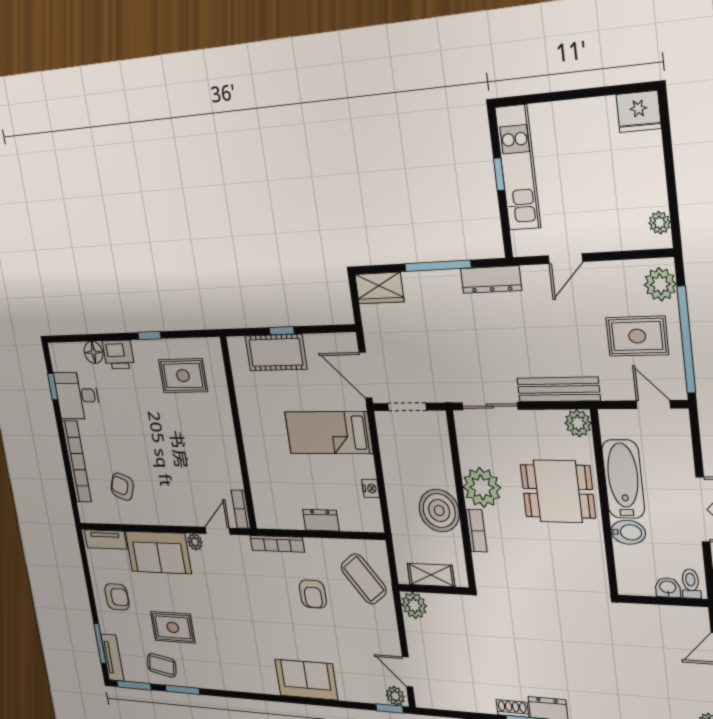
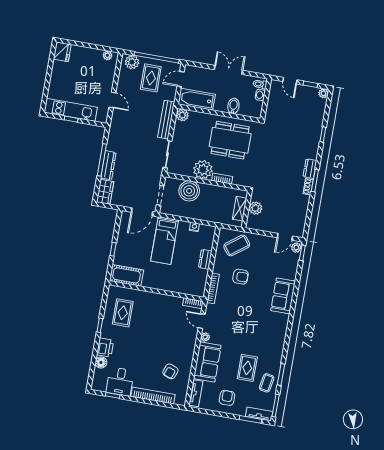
dresser: (491, 280) -> (108, 165), moved
cot: (276, 352) -> (127, 275), moved, turned 90
bathtub: (623, 479) -> (197, 99), moved
dining table: (558, 491) -> (230, 140), moved, width x1.38
boiler: (439, 511) -> (189, 191), moved
plant: (414, 605) -> (255, 208), moved

